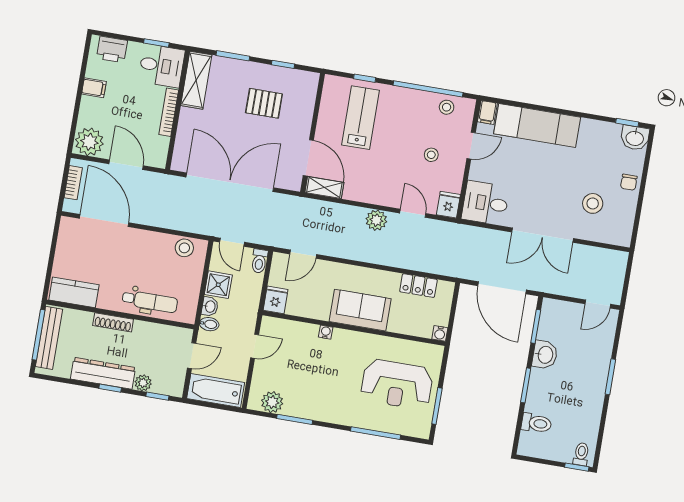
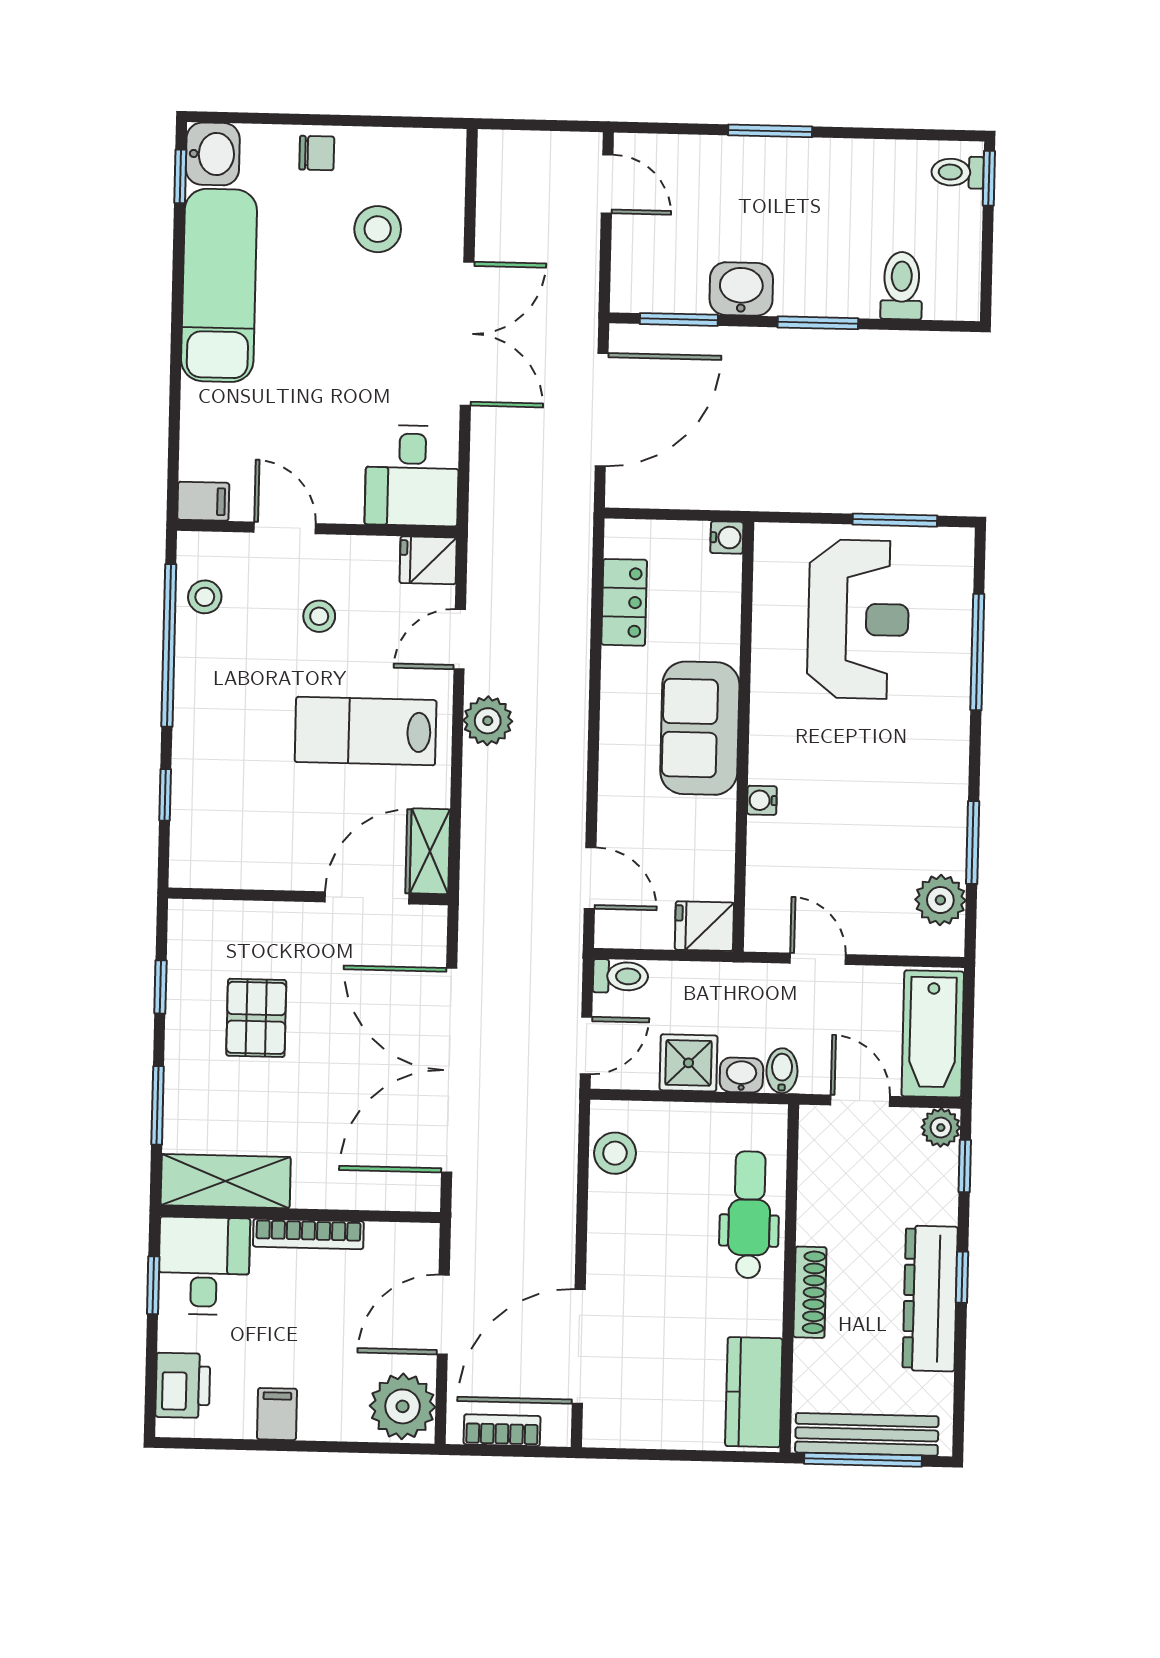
lab bench: (360, 118) -> (366, 731), moved
exam couch: (537, 125) -> (219, 285), moved
plant: (143, 383) -> (941, 1128), moved

